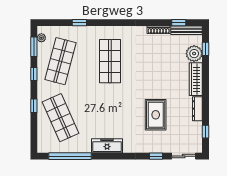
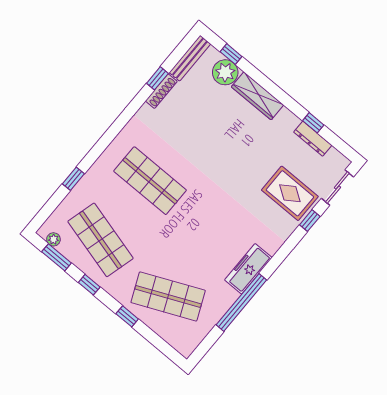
window: (179, 23) -> (157, 78), moved
dresser: (197, 109) -> (313, 139), moved
rug: (156, 115) -> (290, 193), moved
window: (205, 132) -> (313, 123), moved
window: (70, 156) -> (241, 302), moved

